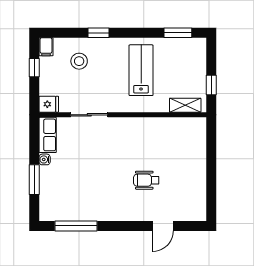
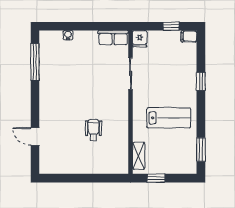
stool: (79, 61) -> (177, 65), removed
water cooler: (45, 159) -> (68, 35), moved
window: (34, 180) -> (75, 26), removed
wheelchair: (146, 180) -> (93, 130), moved

